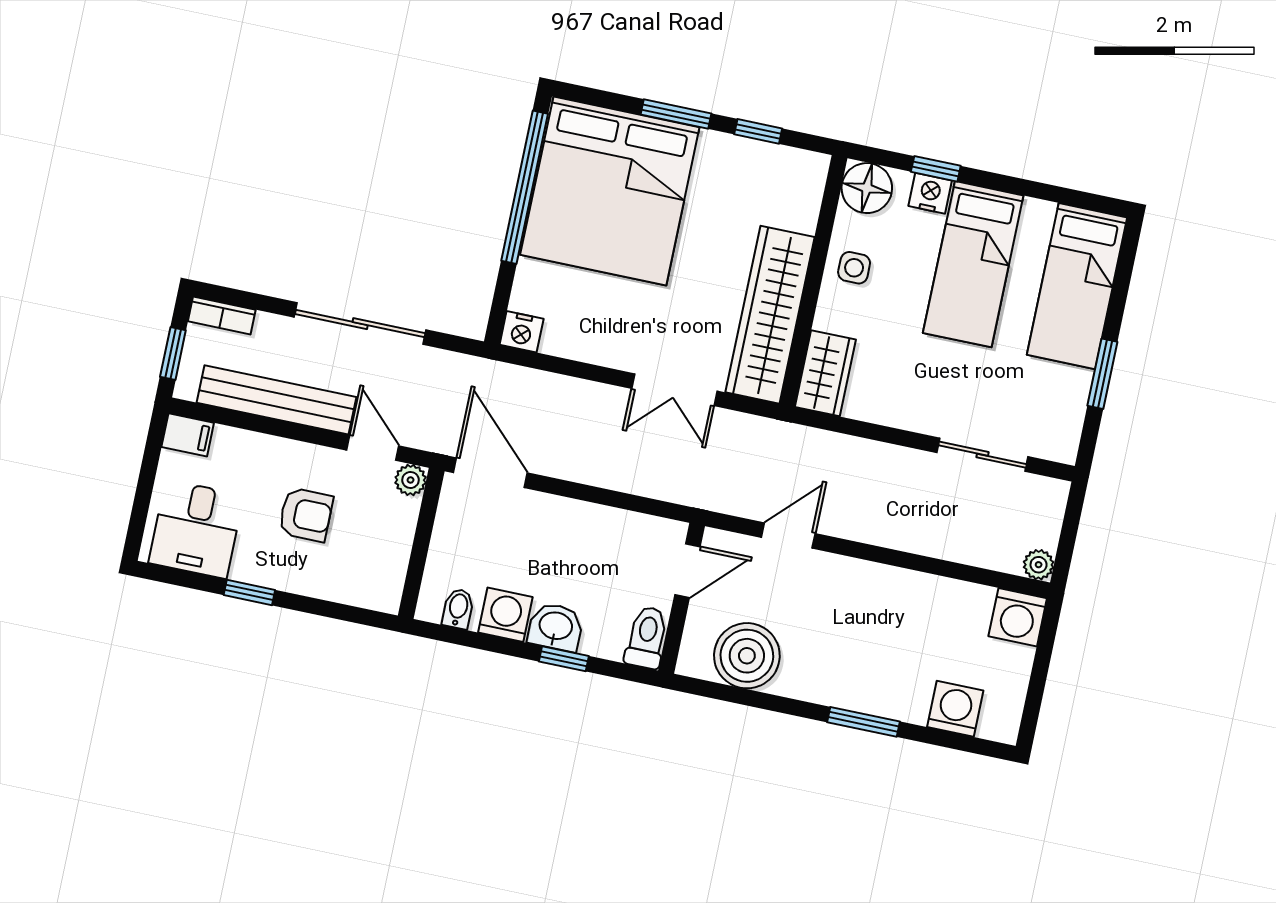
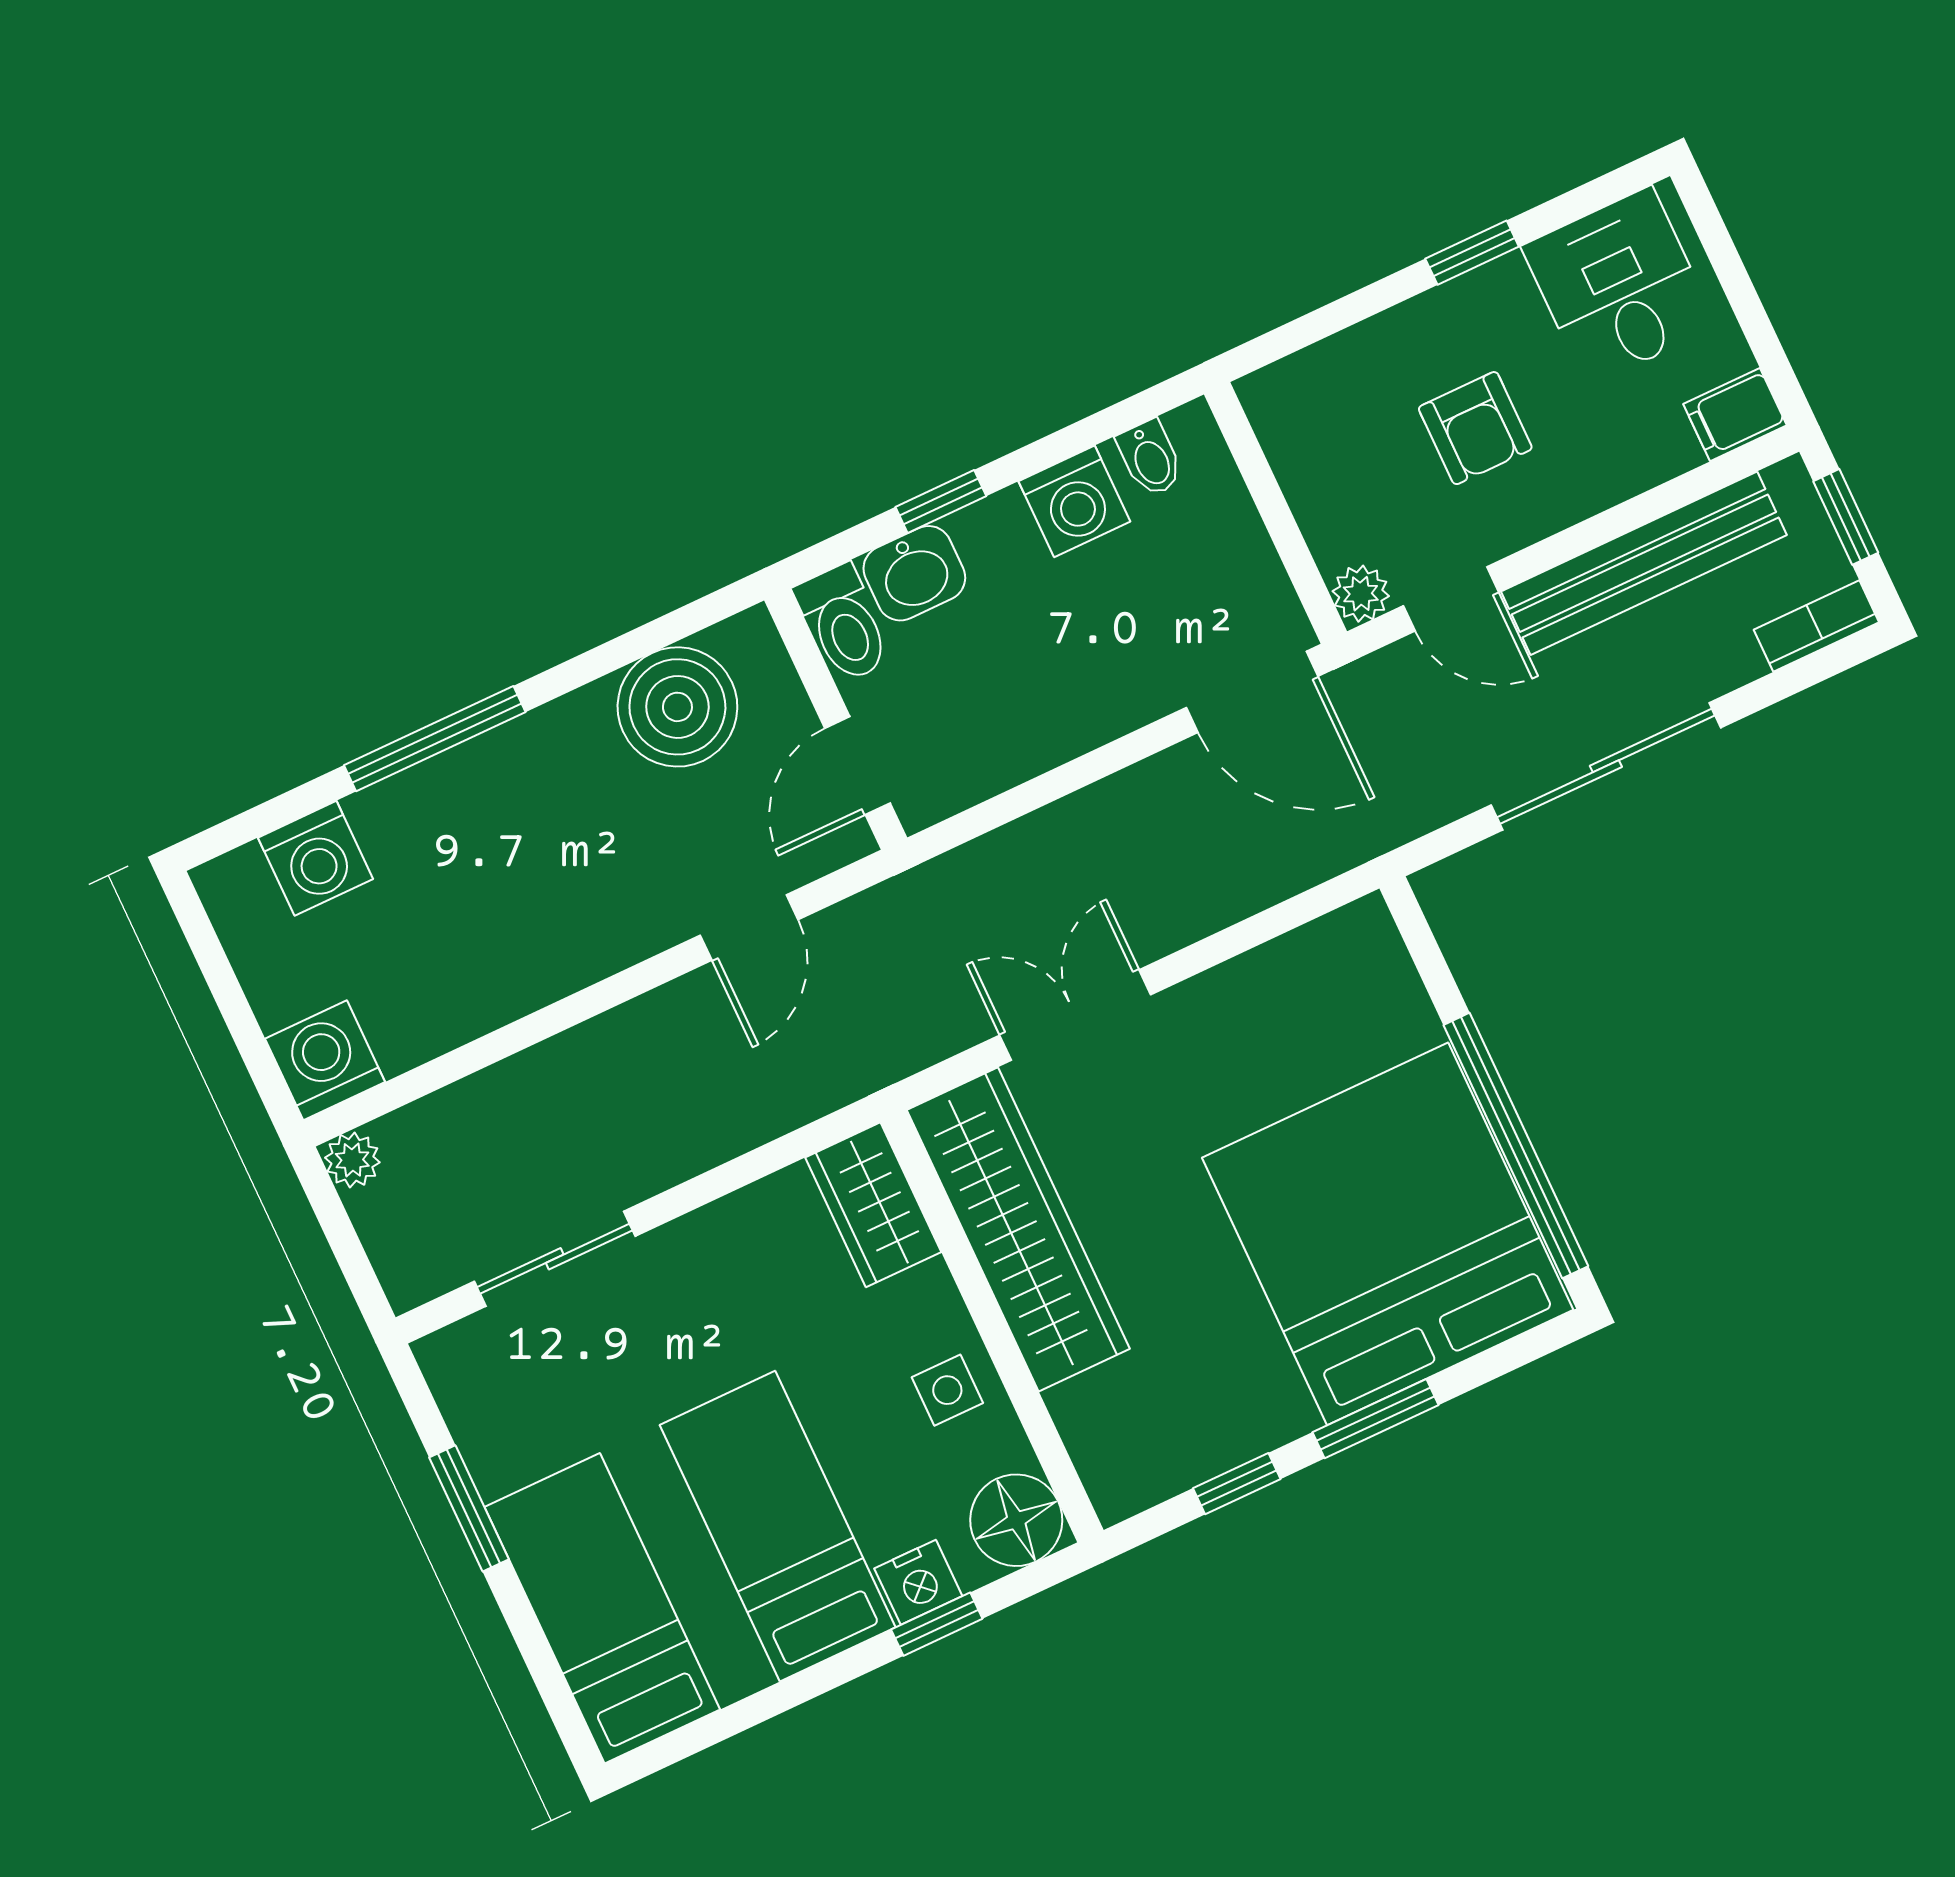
nightstand: (522, 332) -> (1362, 932), removed
armchair: (306, 515) -> (1475, 428), turned -90
washbasin: (556, 627) -> (914, 573), moved
window: (864, 722) -> (435, 739), width x1.44

